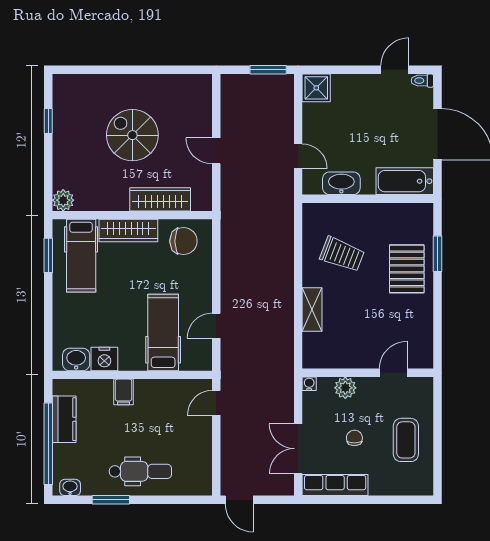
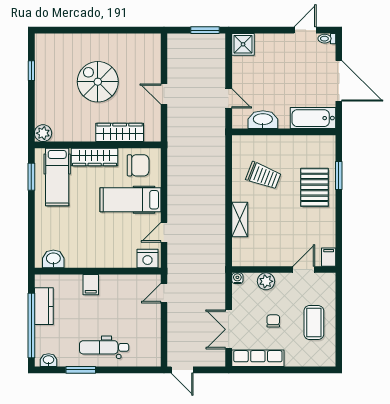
hospital bed: (163, 332) -> (130, 200), moved, turned -90
filing cabinet: (425, 357) -> (329, 257), added
nightstand: (104, 359) -> (147, 259), moved
dental chair: (140, 471) -> (104, 347), turned 180

